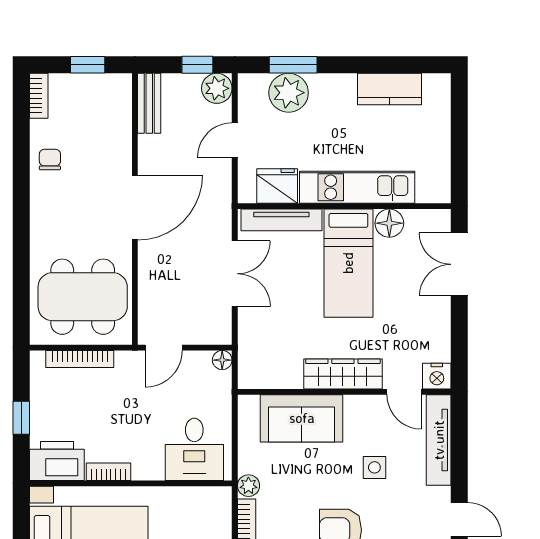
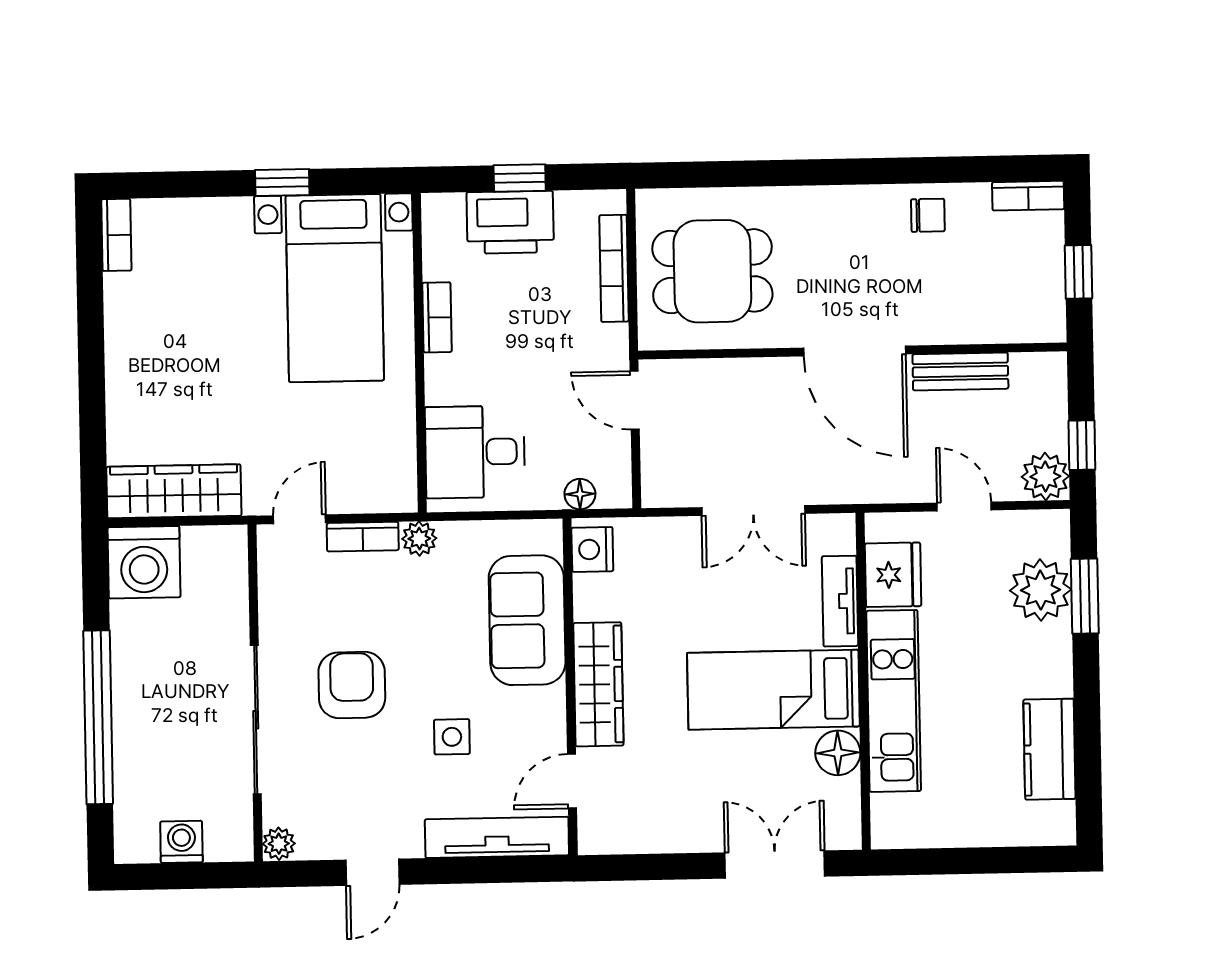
bench: (149, 103) -> (960, 371), moved
tv unit: (281, 220) -> (840, 601), width x0.71
dining table: (83, 297) -> (712, 271), width x0.73
floor lamp: (222, 360) -> (580, 494), moved
nightstand: (437, 376) -> (592, 549), moved
printer: (57, 461) -> (510, 222), moved, turned 90

